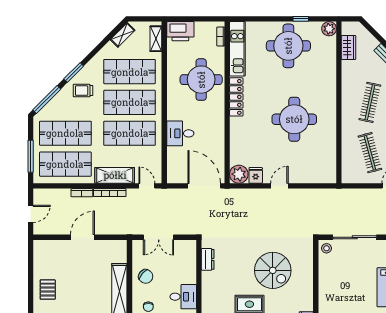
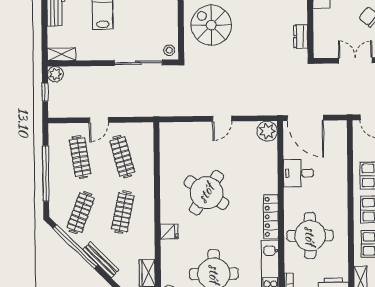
round table: (294, 119) -> (206, 193), turned 34
desk: (180, 133) -> (298, 173), moved, turned 180
fridge: (256, 175) -> (169, 232), moved, turned -90
spiral stairs: (273, 270) -> (211, 25), moved

